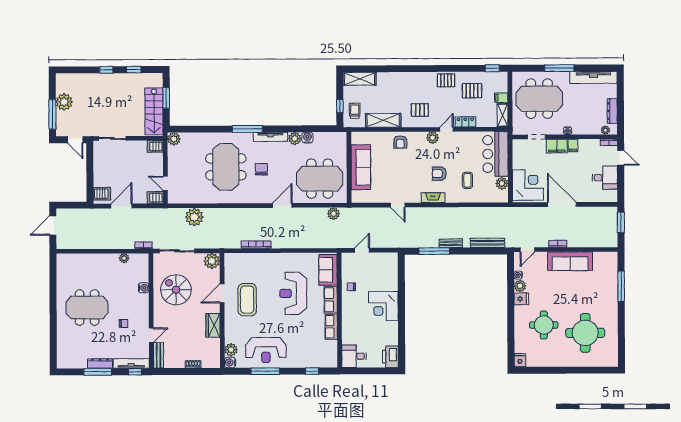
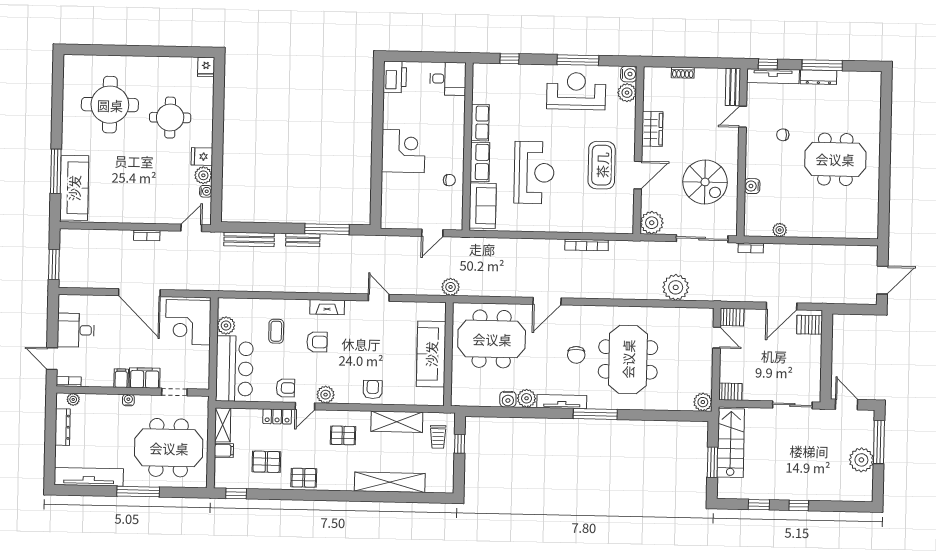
shelving: (360, 79) -> (390, 482), moved, width x1.47
armchair: (460, 142) -> (285, 388), added
plant: (334, 214) -> (451, 287), moved
sofa: (570, 261) -> (74, 188), moved, turned 90

